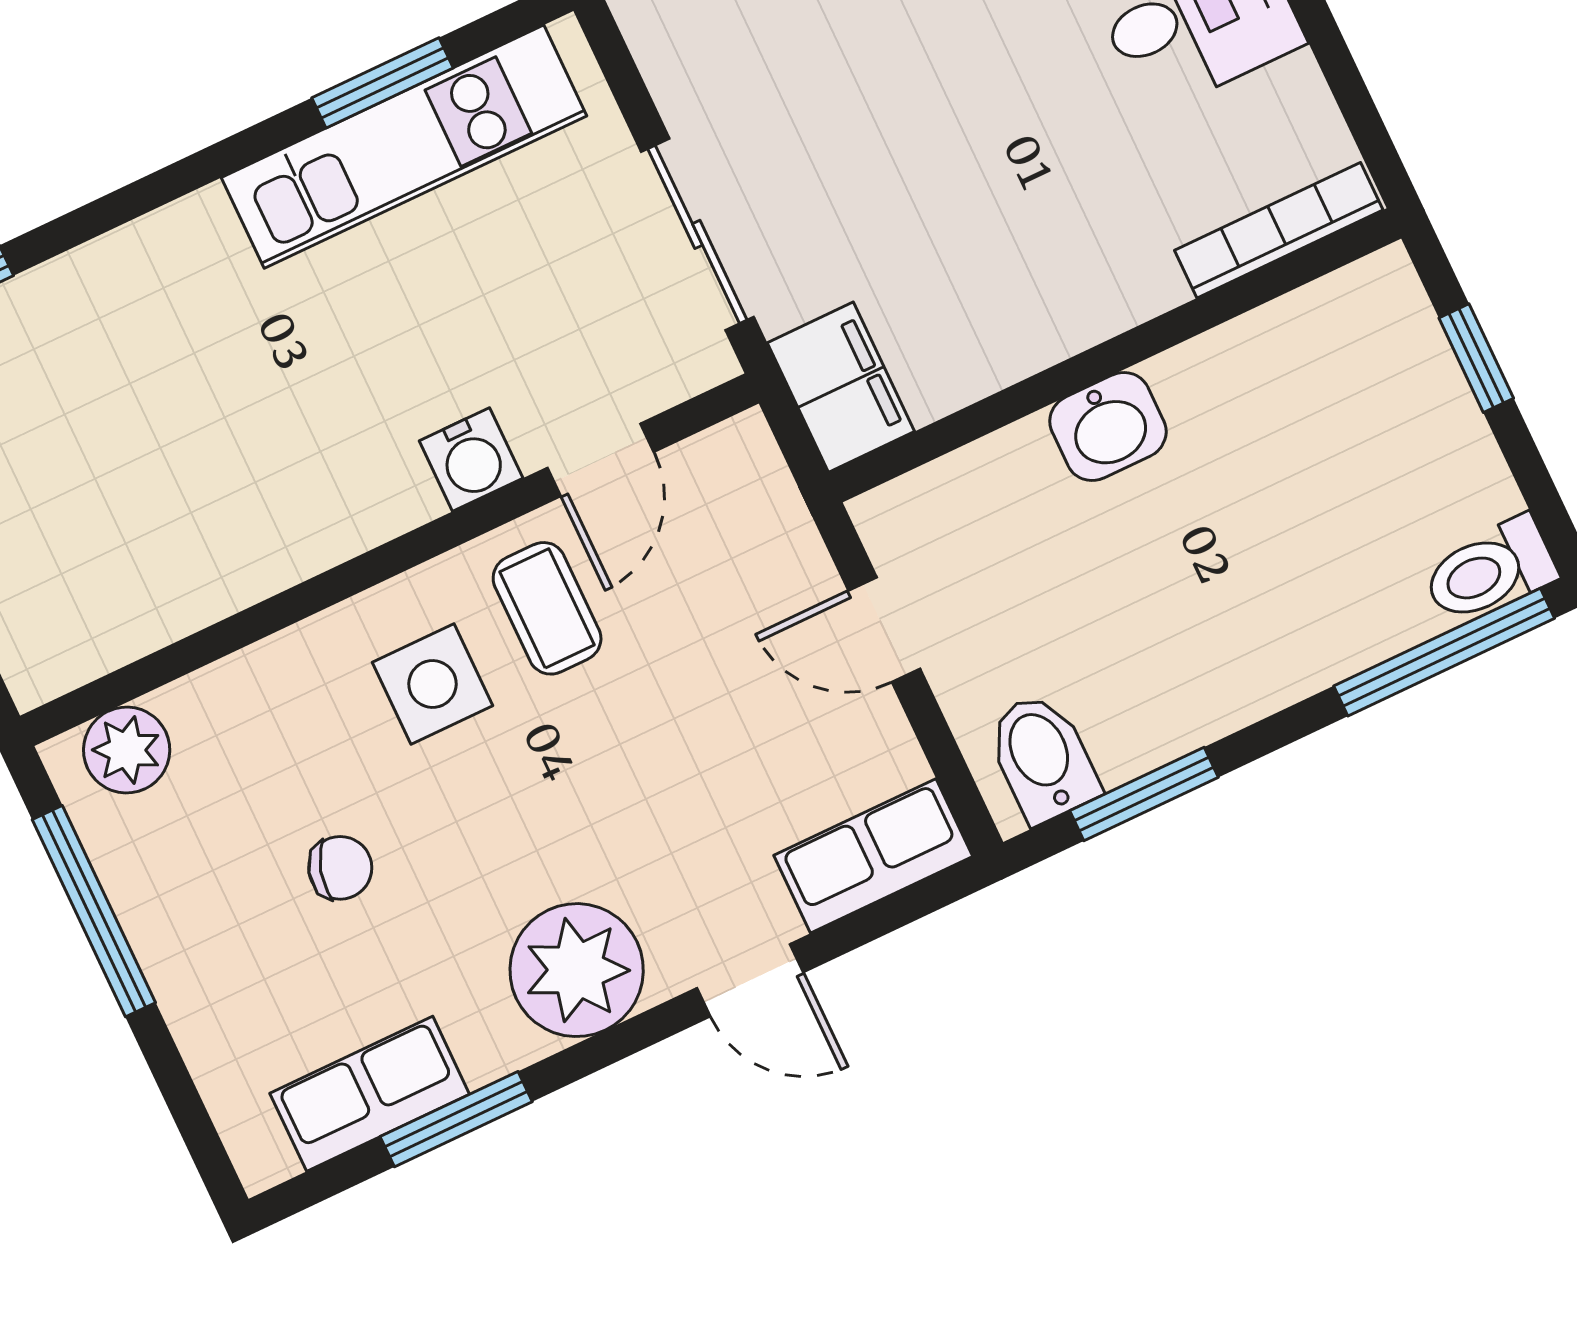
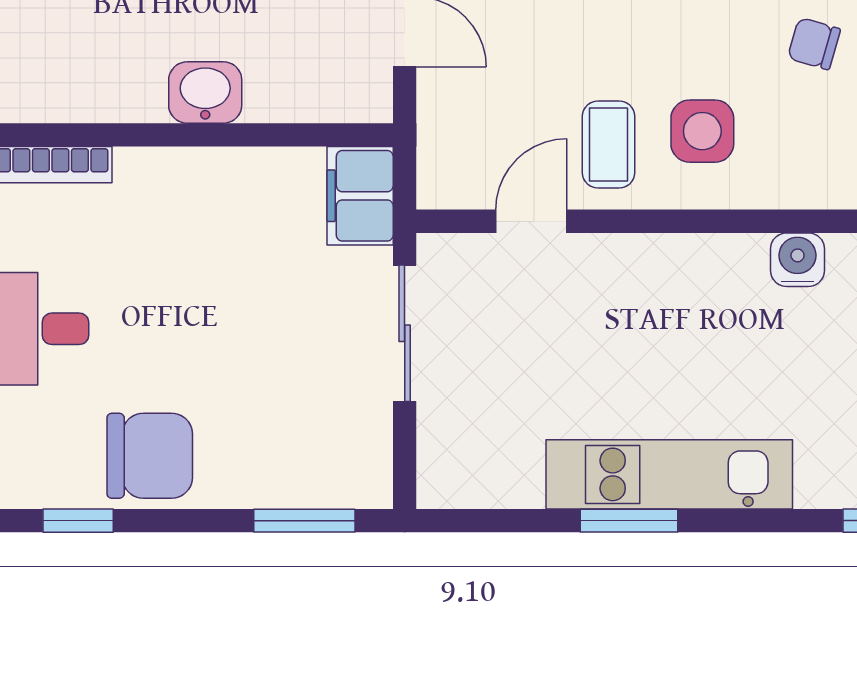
window: (382, 83) -> (629, 521), moved
kitchen unit: (404, 147) -> (669, 474), moved
water cooler: (471, 459) -> (798, 260), moved

